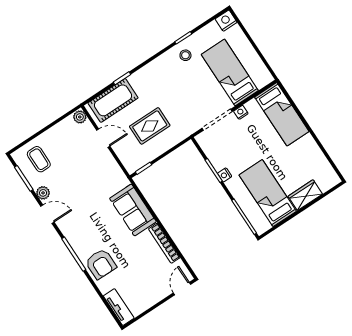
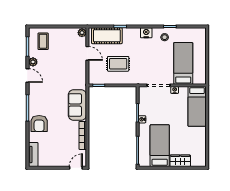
nightstand: (226, 21) -> (146, 33), moved

